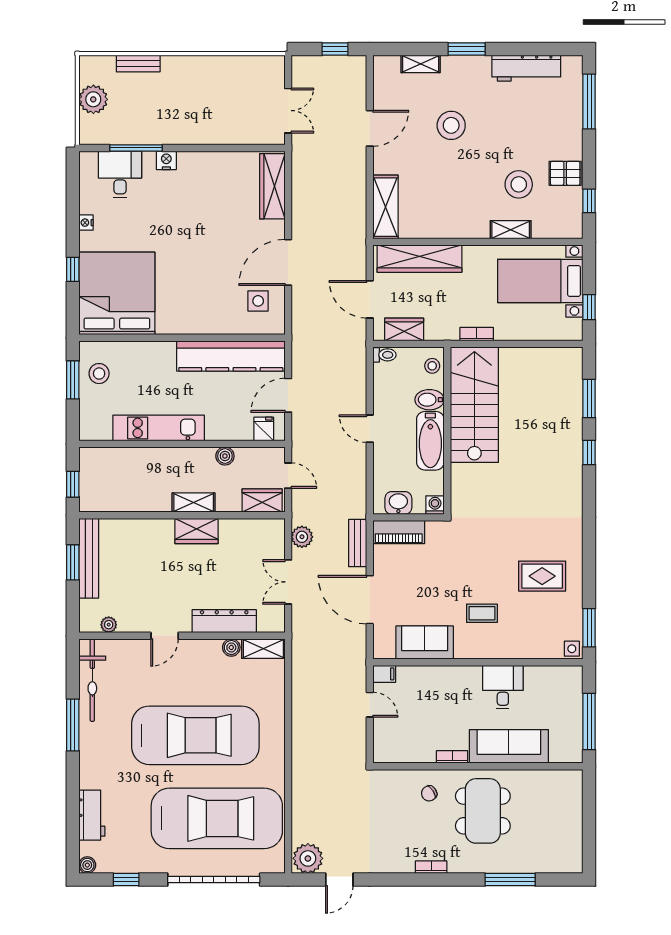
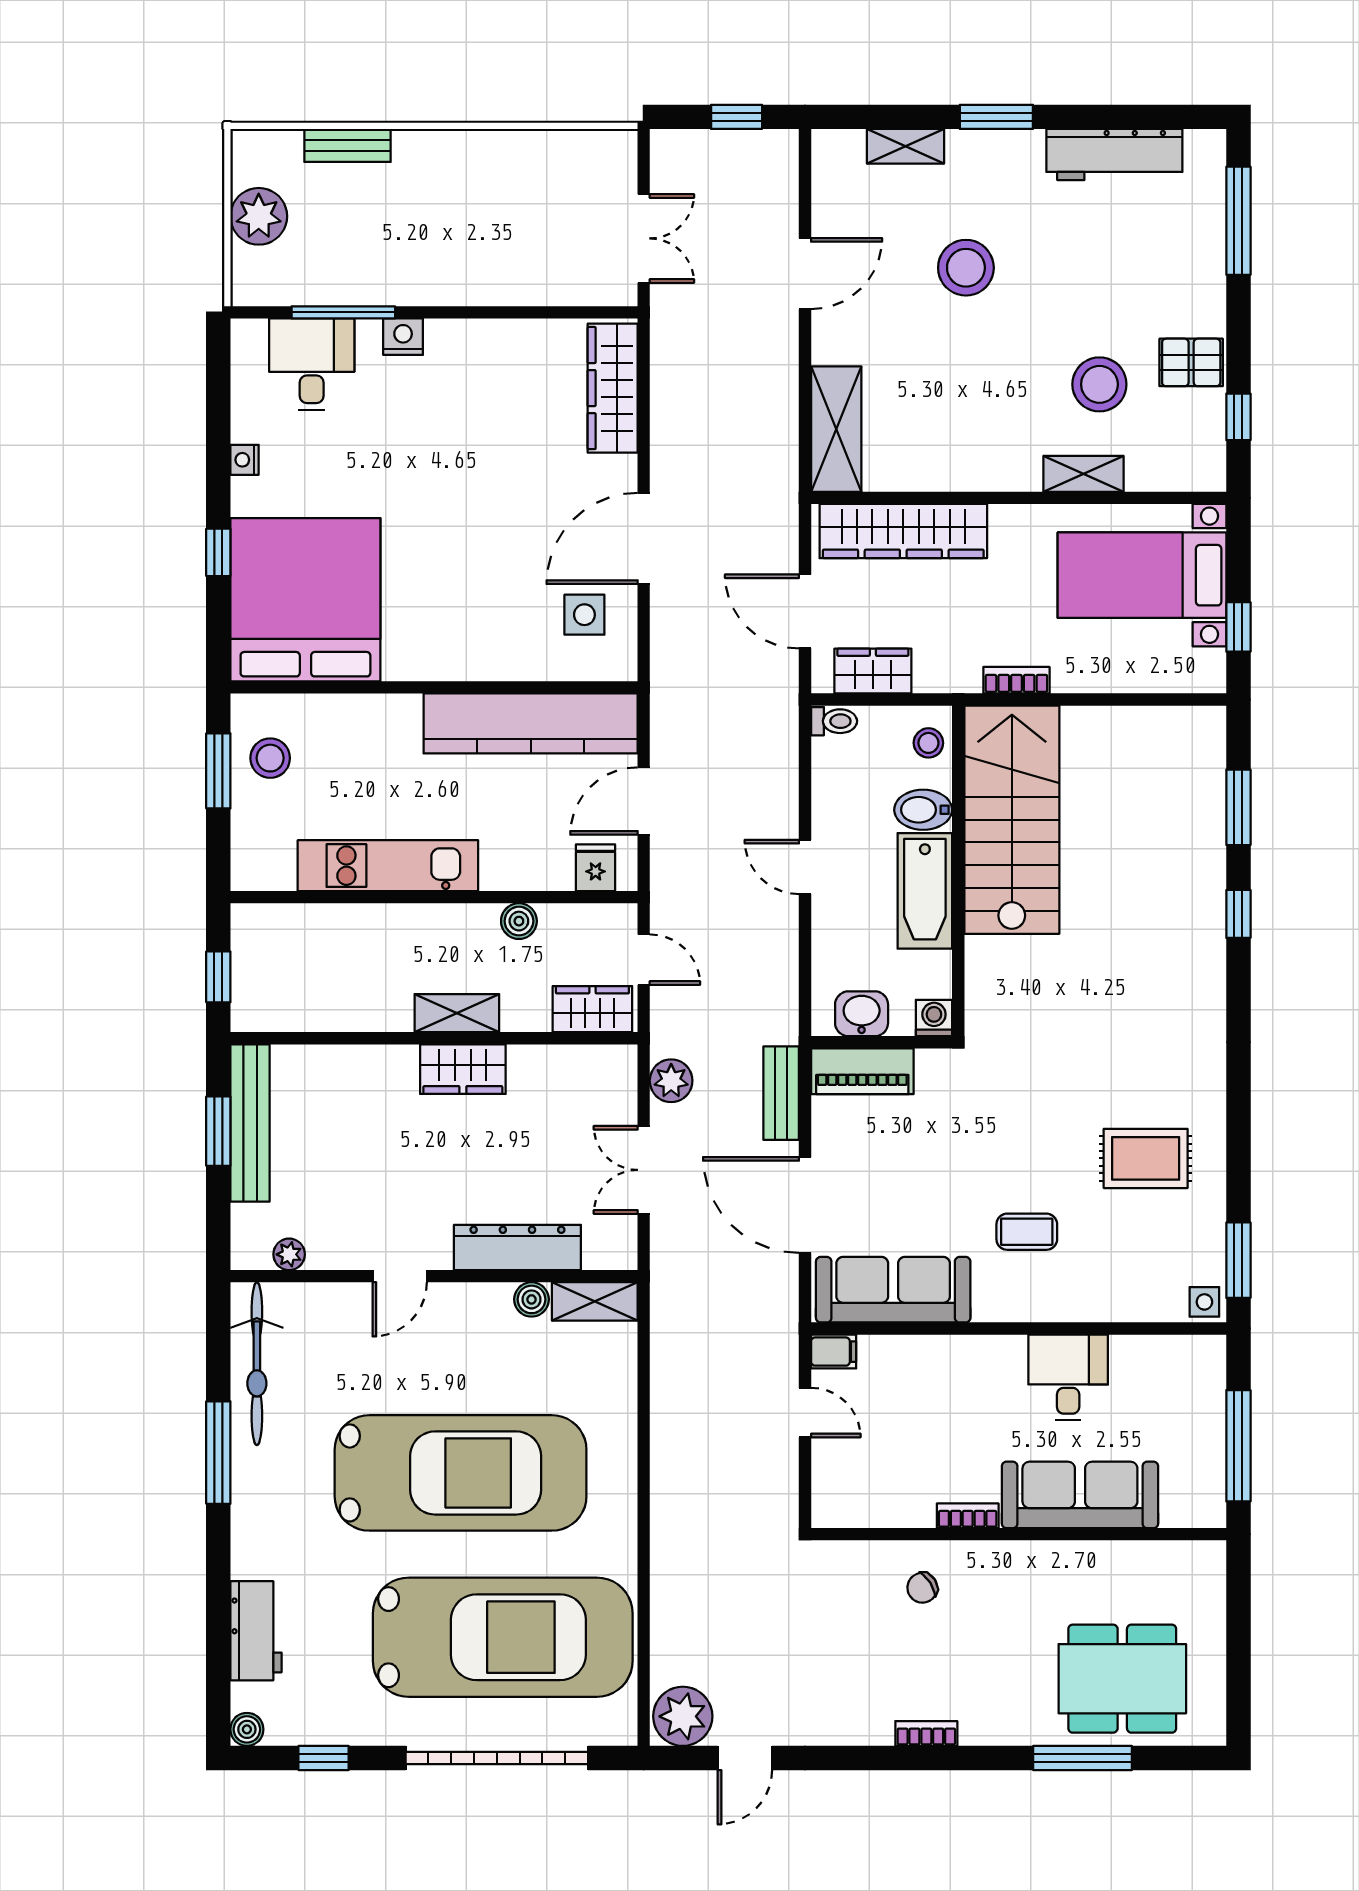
sofa: (425, 643) -> (893, 1290), width x1.36
dining table: (483, 811) -> (1122, 1679), moved, turned 90

